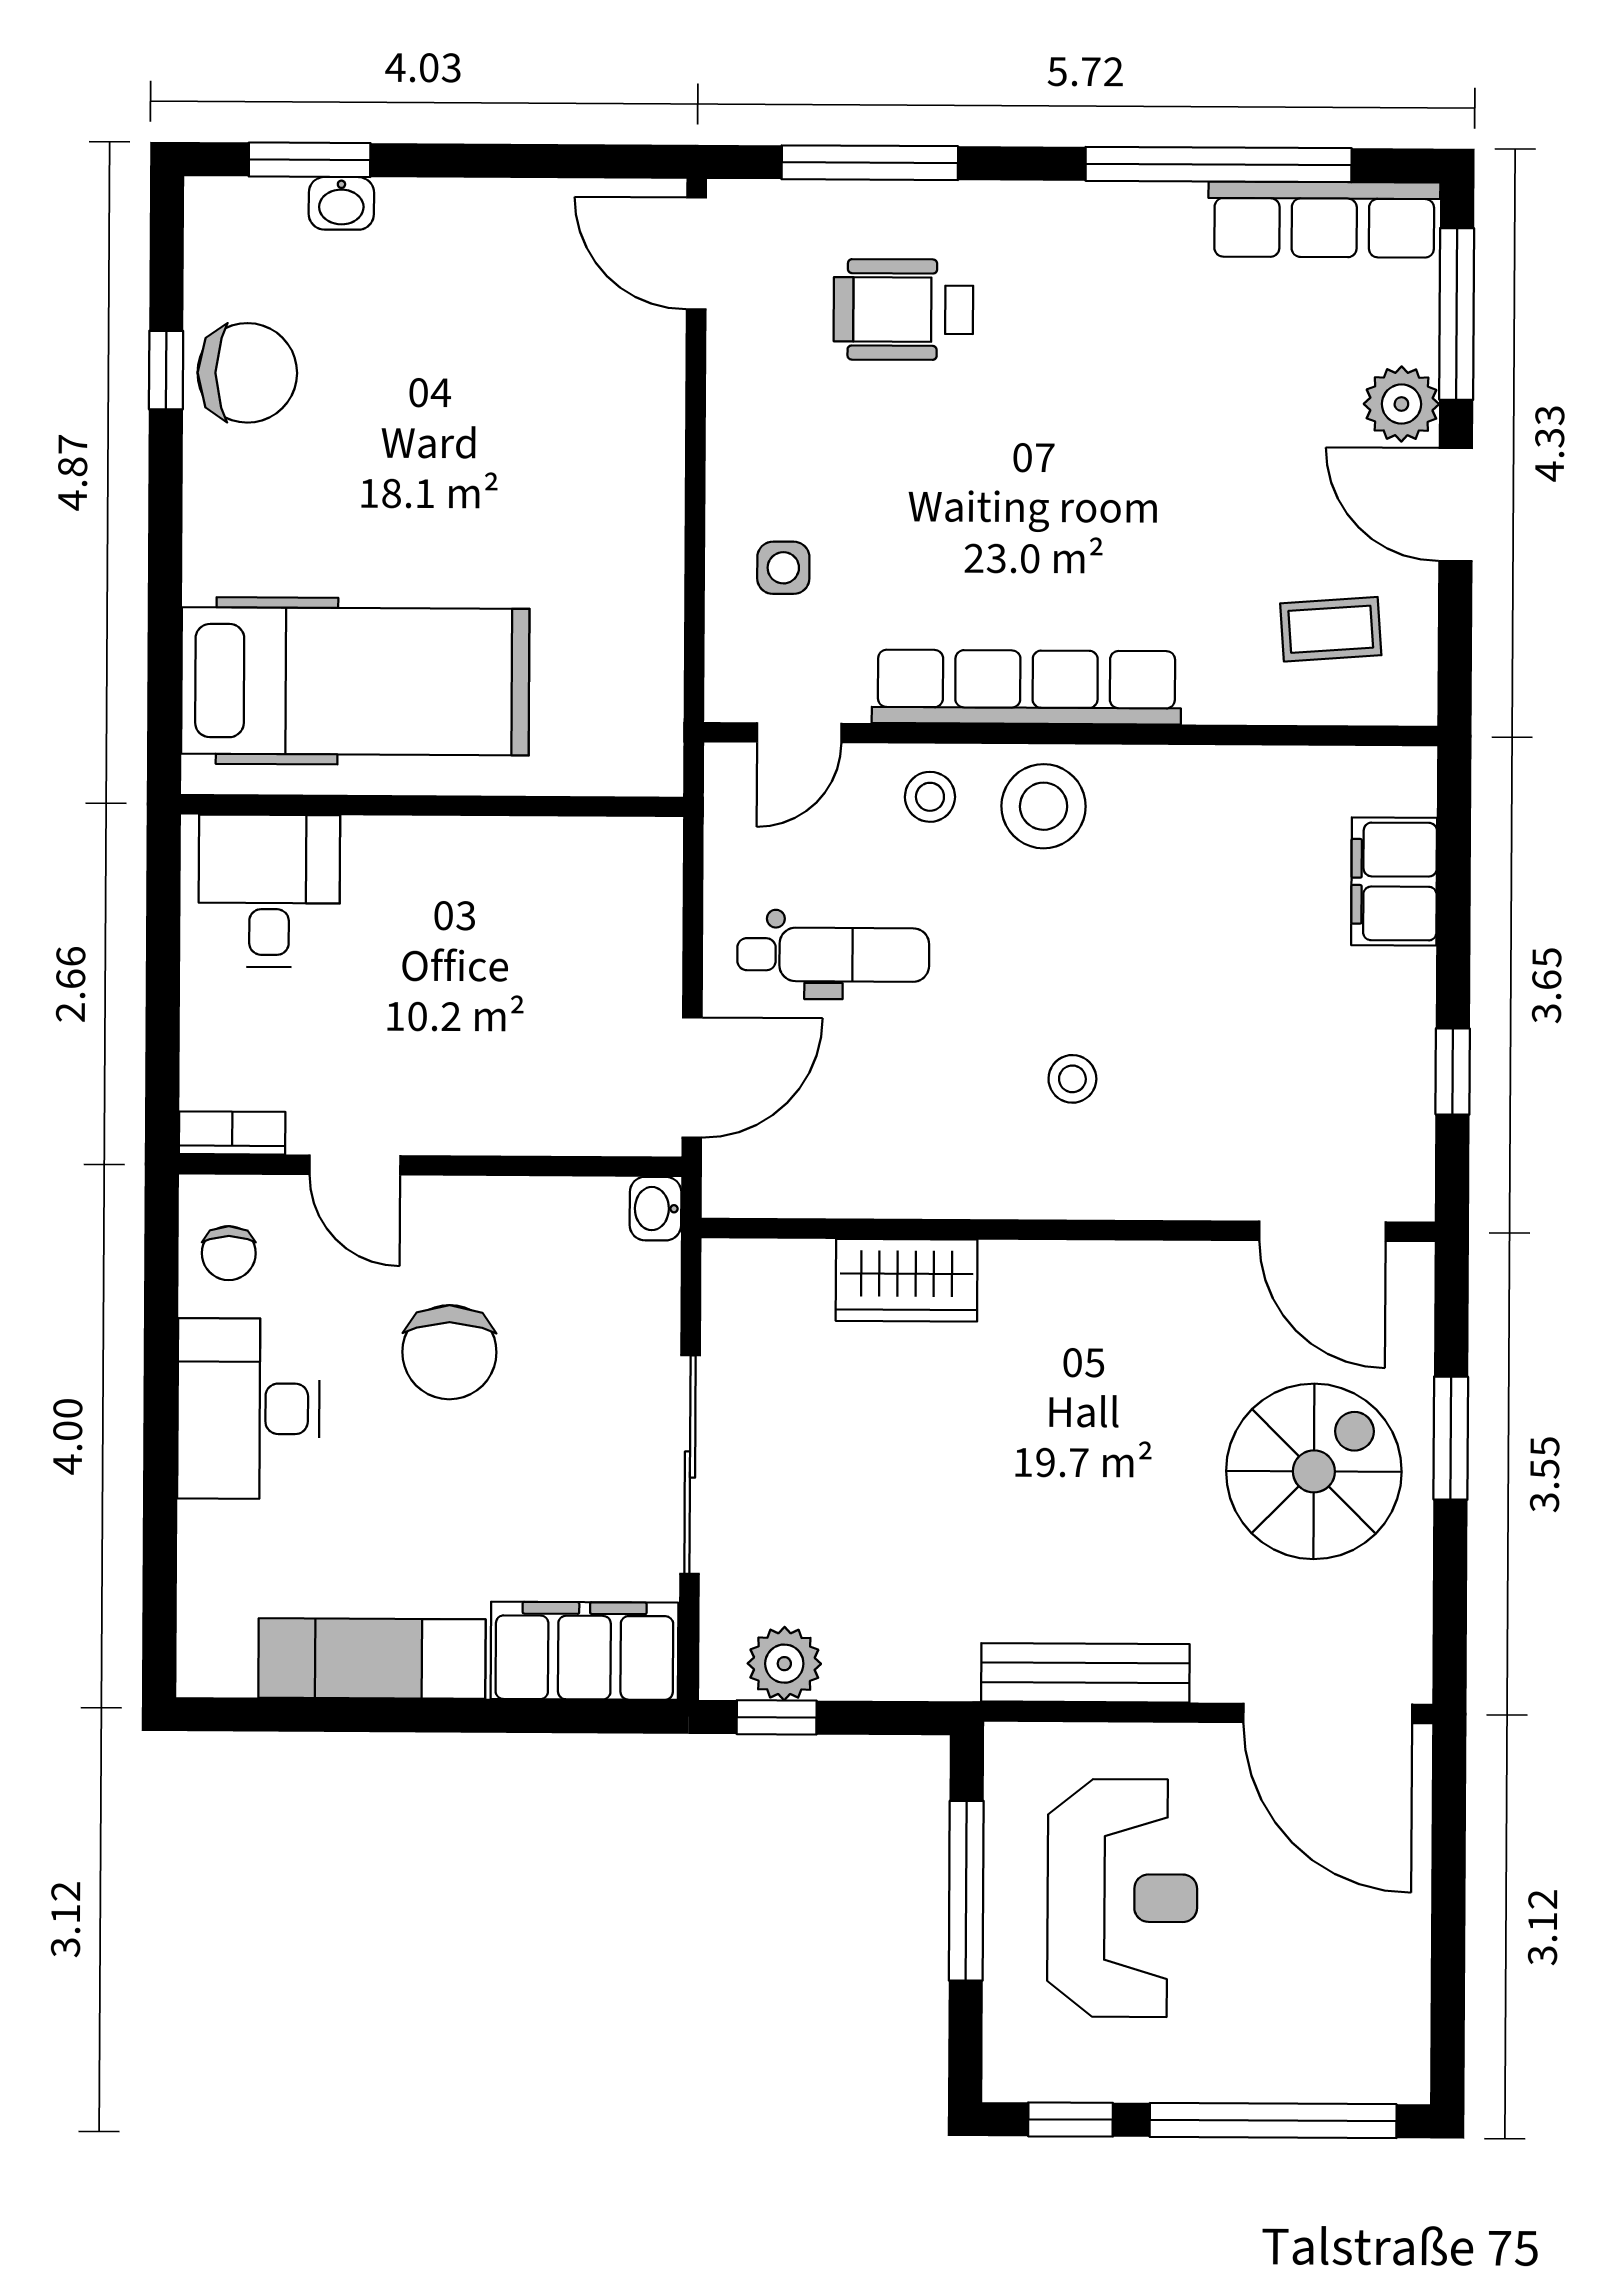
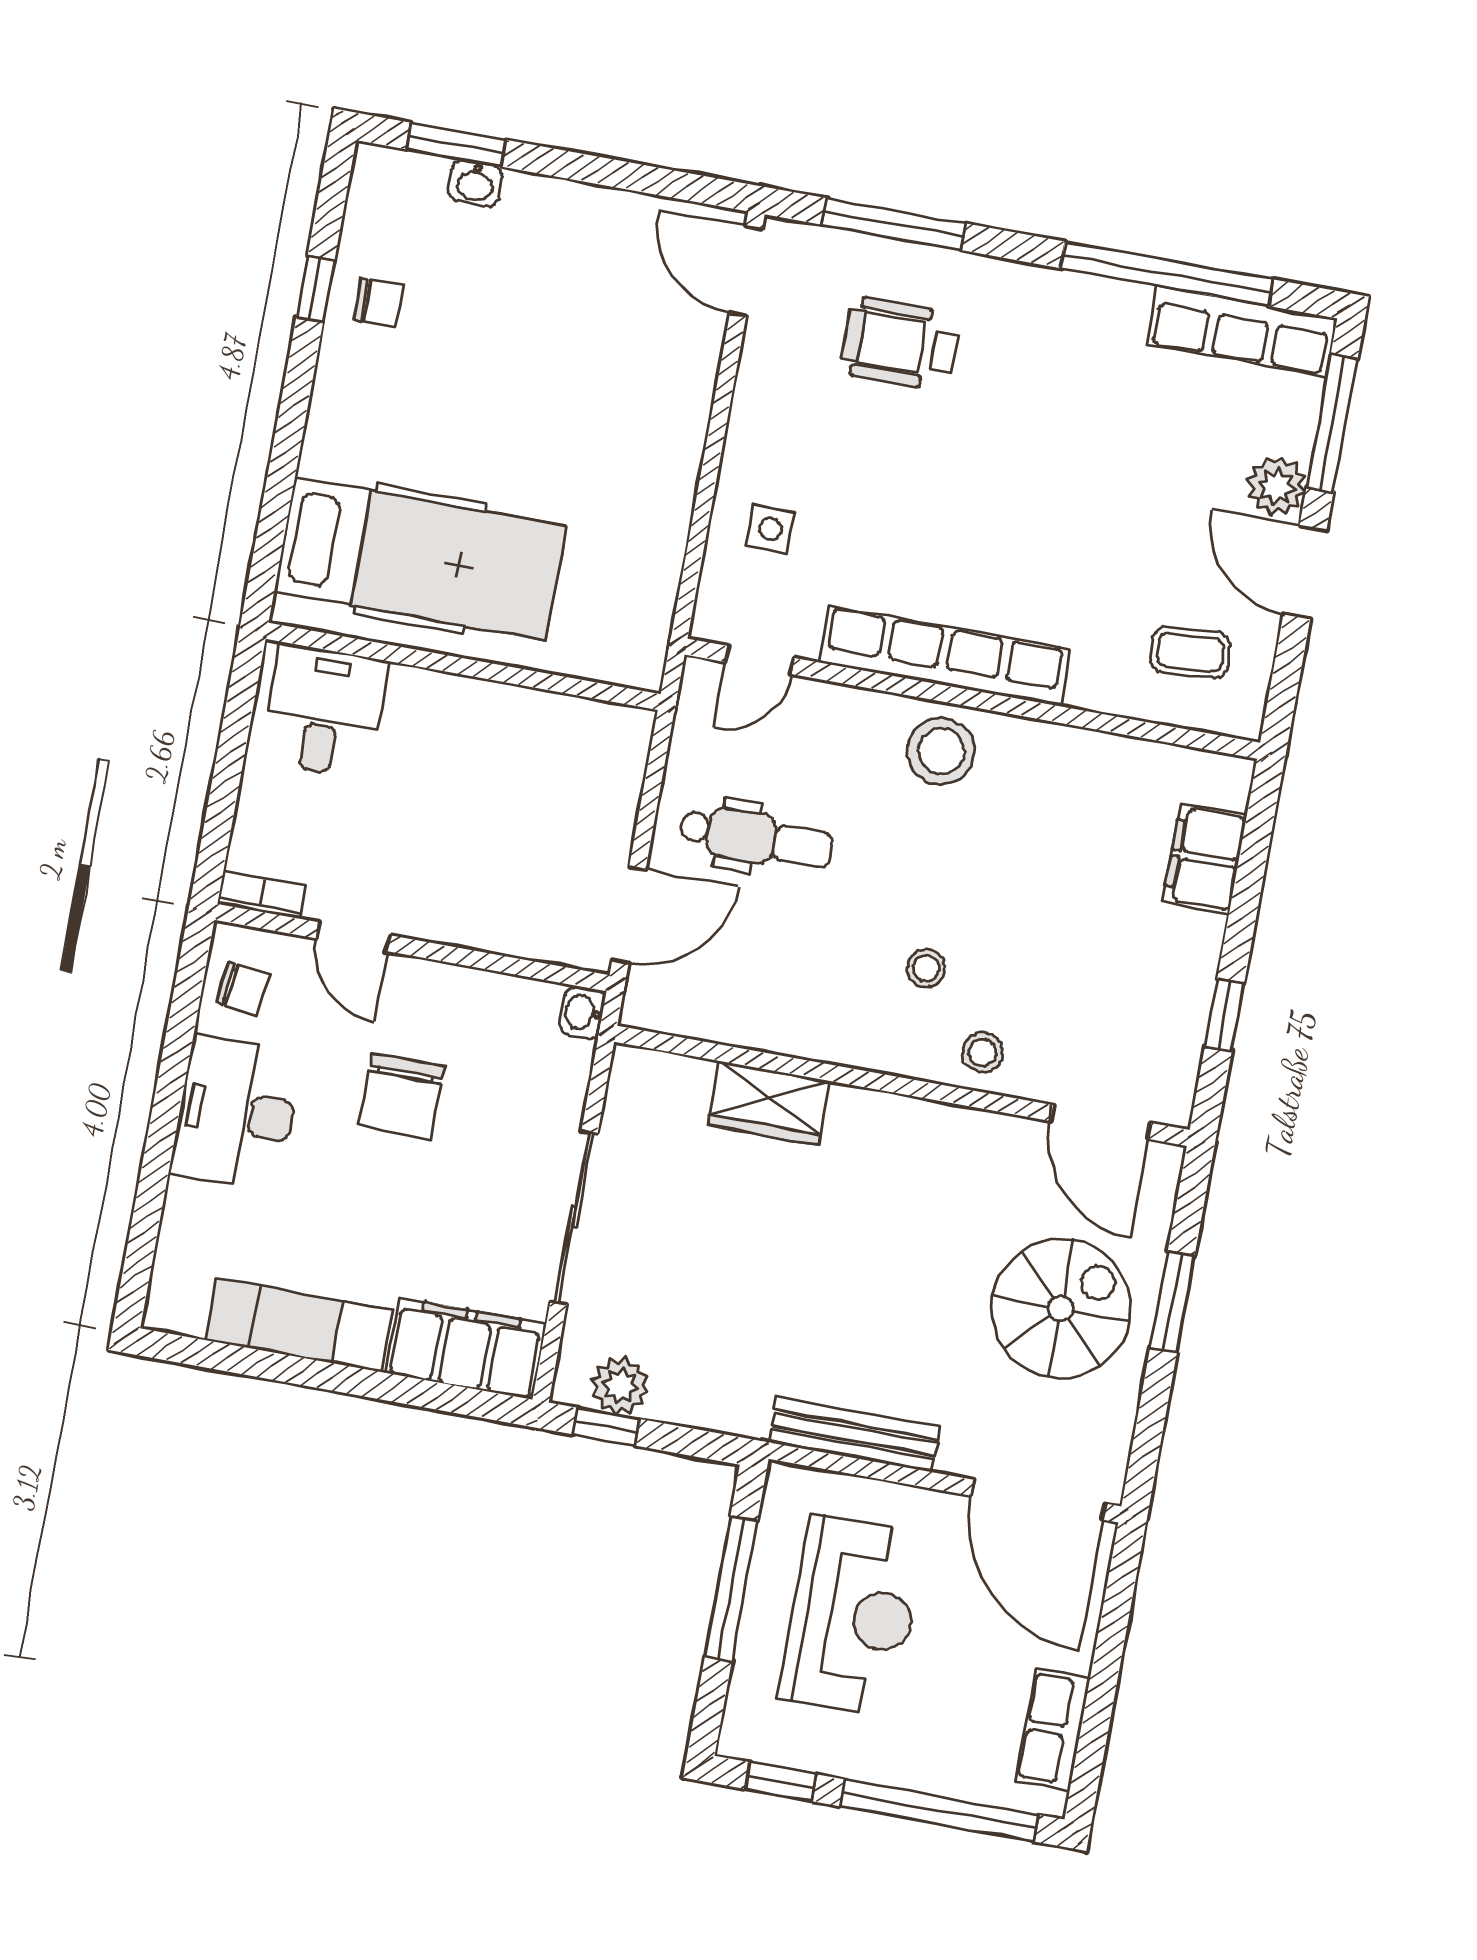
chair: (247, 373) -> (378, 303), width x0.54, depth x0.54
stool: (930, 797) -> (982, 1053), moved
chair: (229, 1253) -> (242, 988), turned -83
row of seats: (1396, 1995) -> (1053, 1730), added

